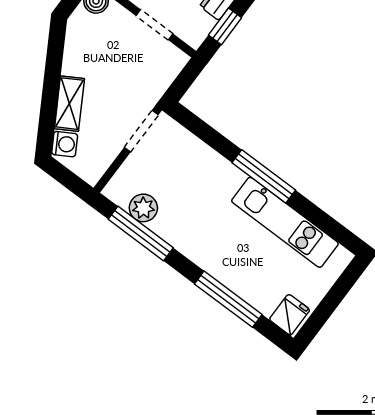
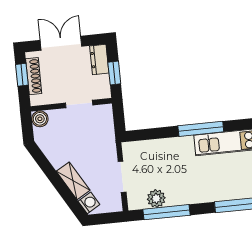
doorway: (141, 131) -> (122, 177), moved

